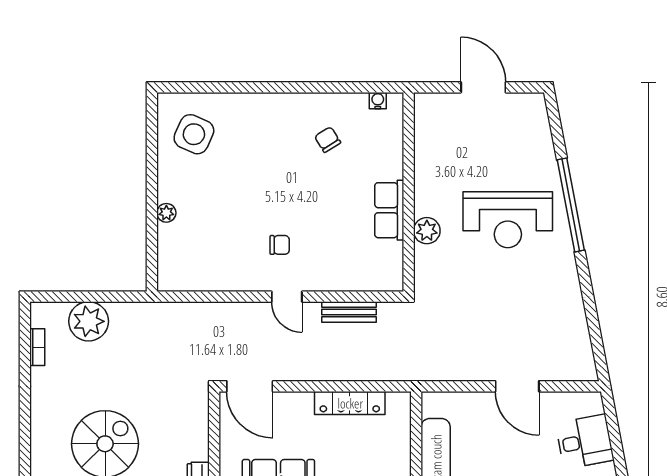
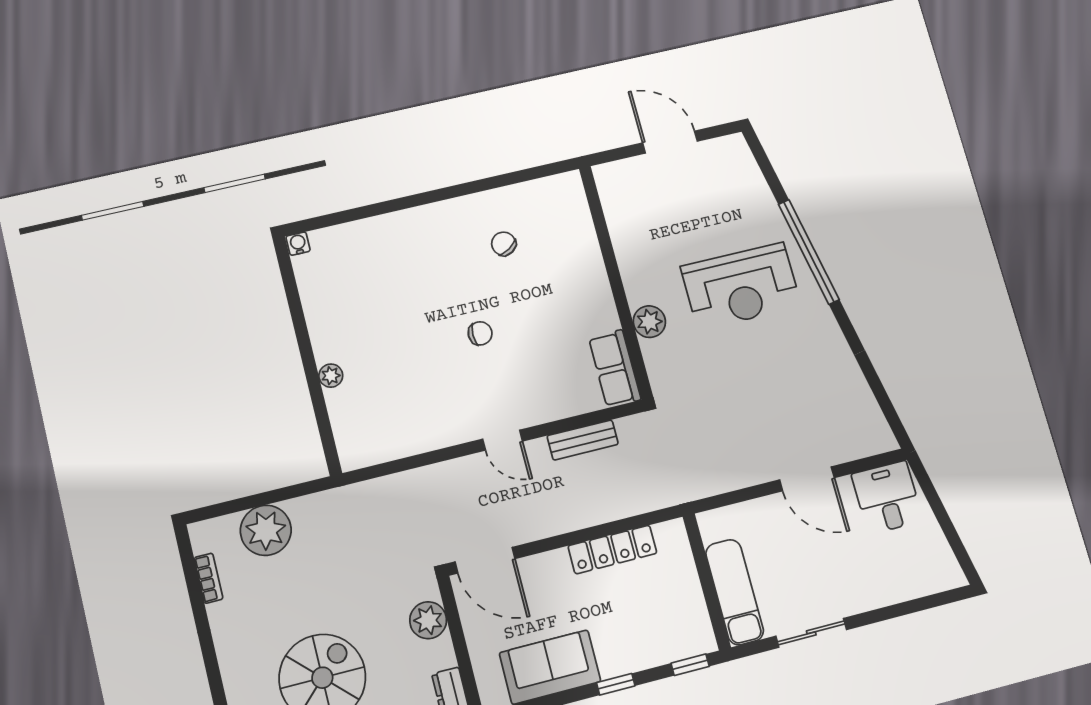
water cooler: (378, 101) -> (298, 244), moved
side table: (194, 134) -> (342, 275), removed
row of seats: (389, 210) -> (615, 369), moved
chair: (280, 245) -> (480, 333), moved
plant: (195, 421) -> (428, 620), added
desk: (585, 442) -> (887, 497), moved, turned -79

